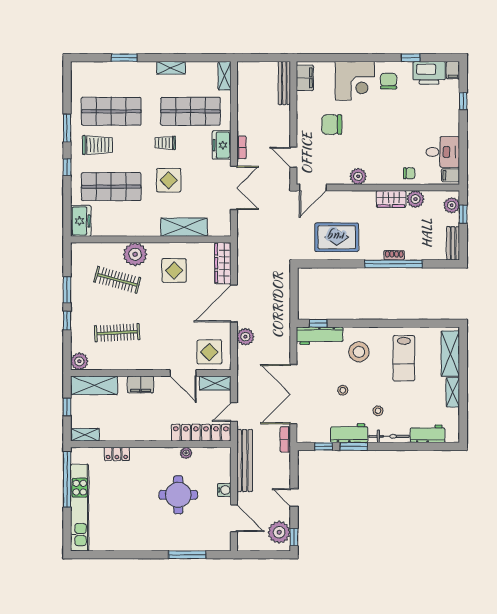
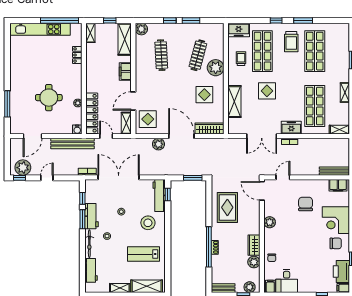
trolley: (165, 143) -> (241, 59), moved
window: (294, 287) -> (193, 178), added
water cooler: (224, 490) -> (77, 130), moved

